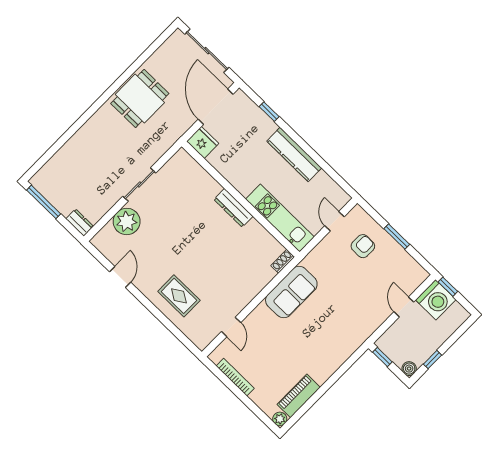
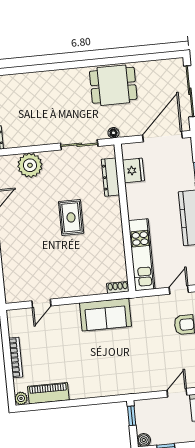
floor lamp: (173, 137) -> (113, 133), added
fridge: (203, 142) -> (133, 170), moved
sliding door: (139, 185) -> (79, 145), moved
dresser: (233, 208) -> (110, 177), moved
rug: (179, 296) -> (71, 217), moved
bookcase: (235, 377) -> (16, 357), moved

